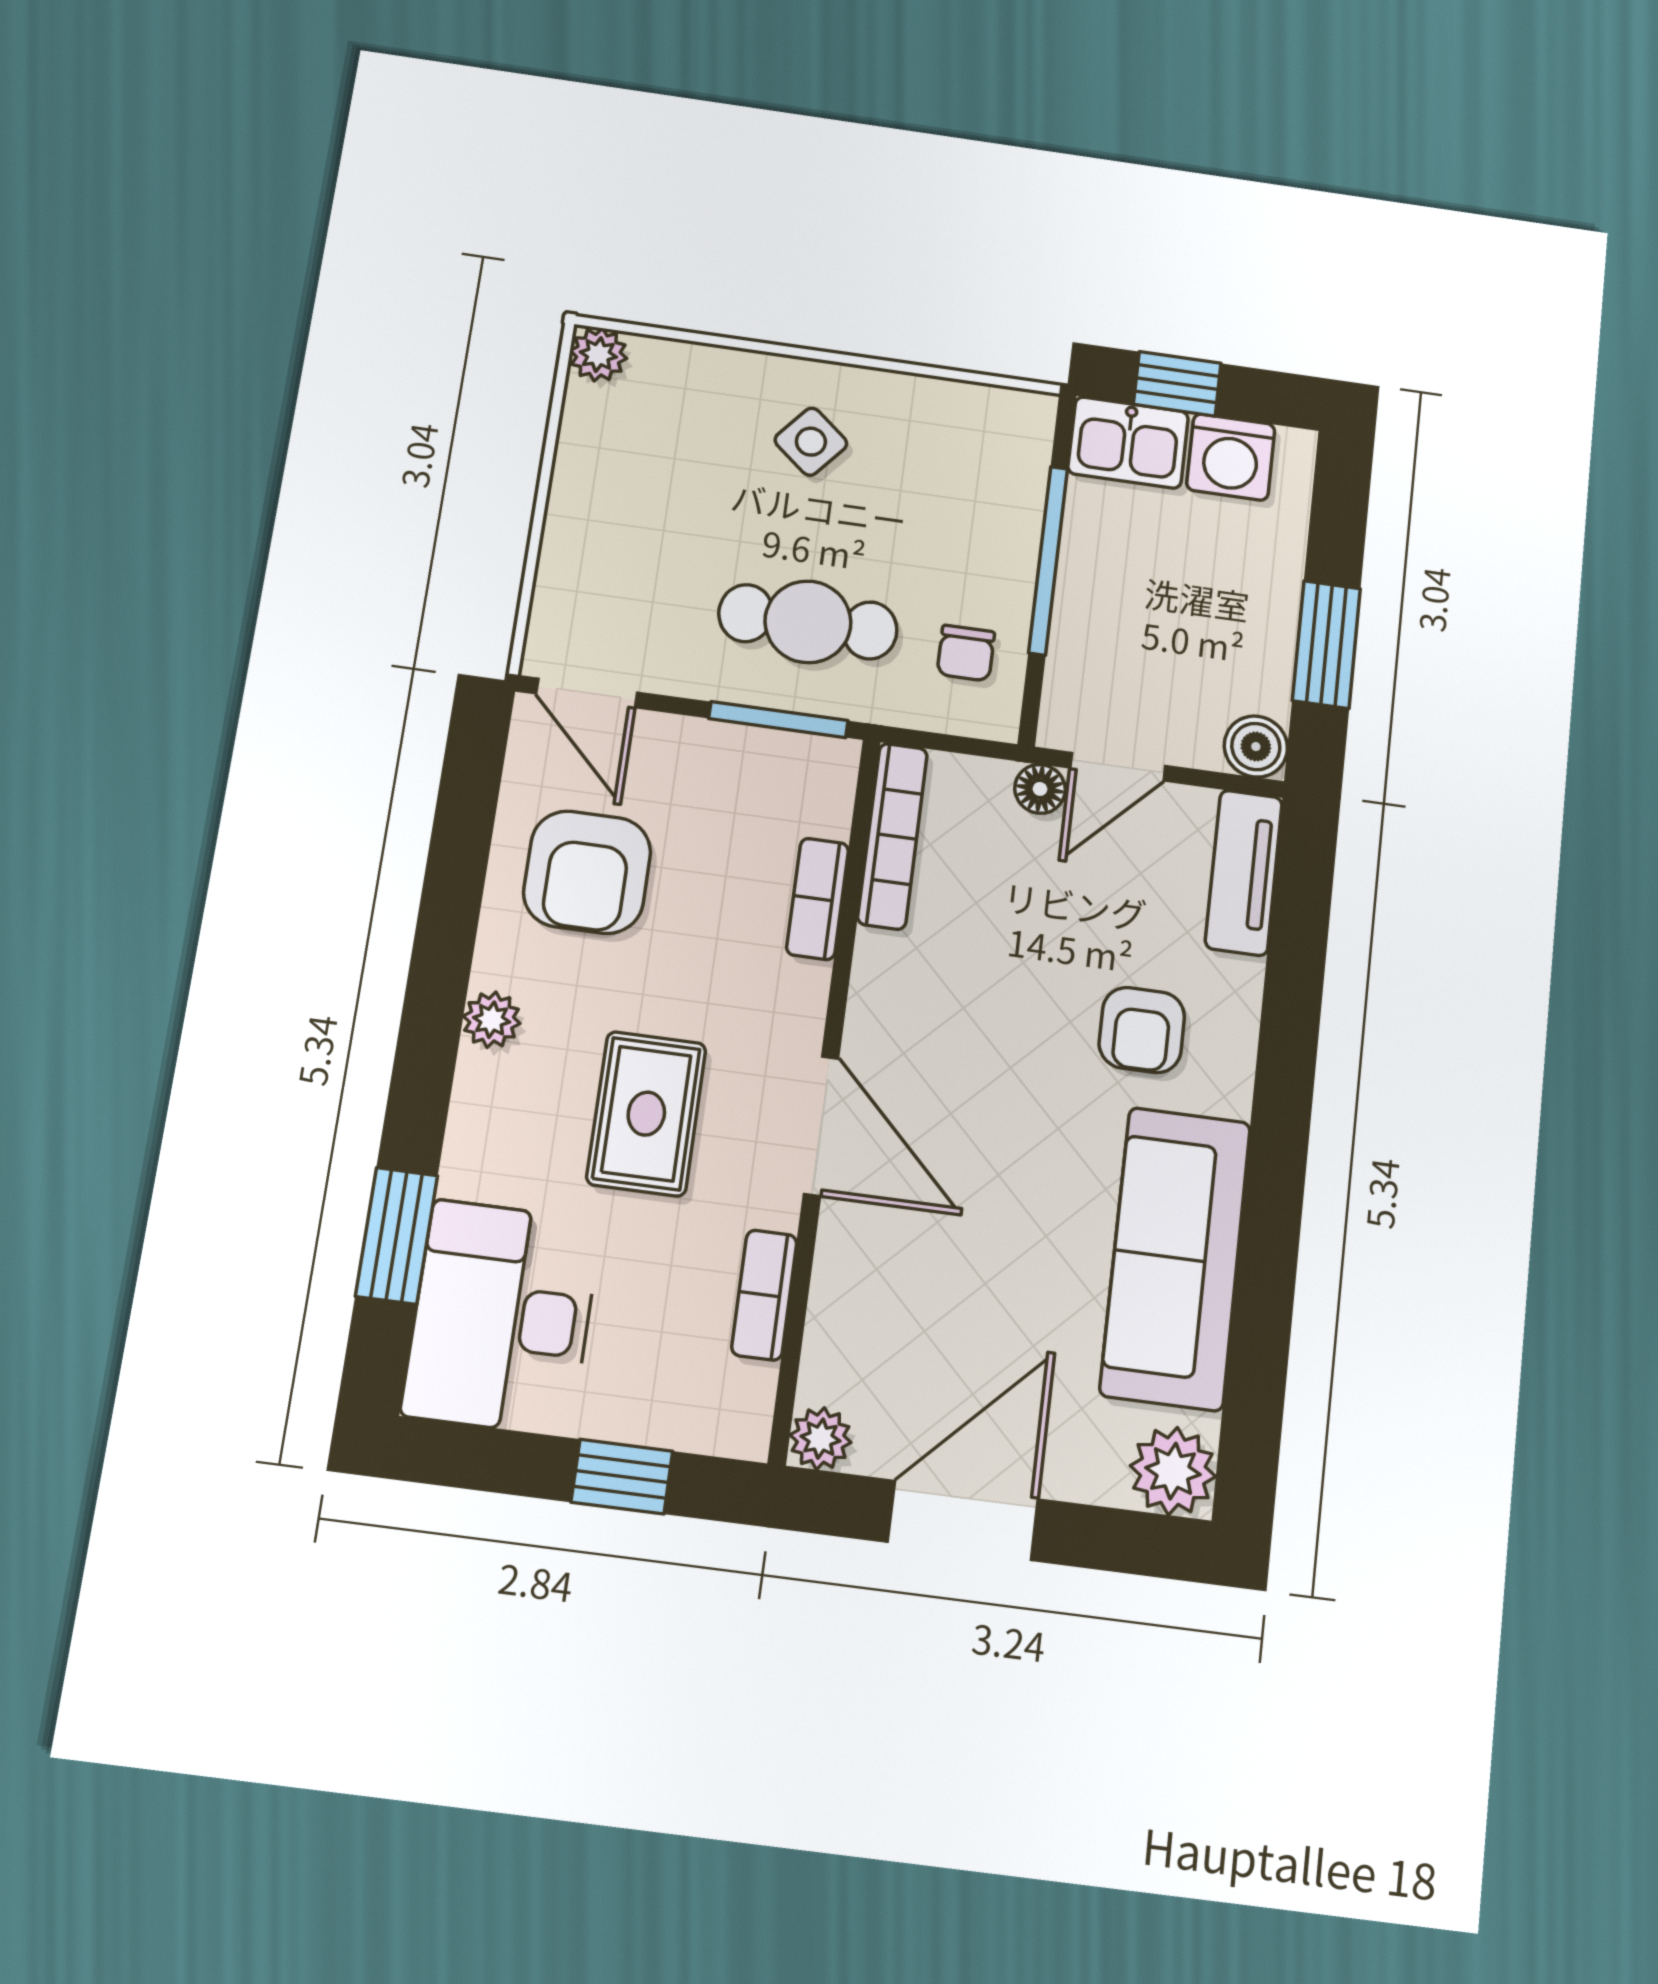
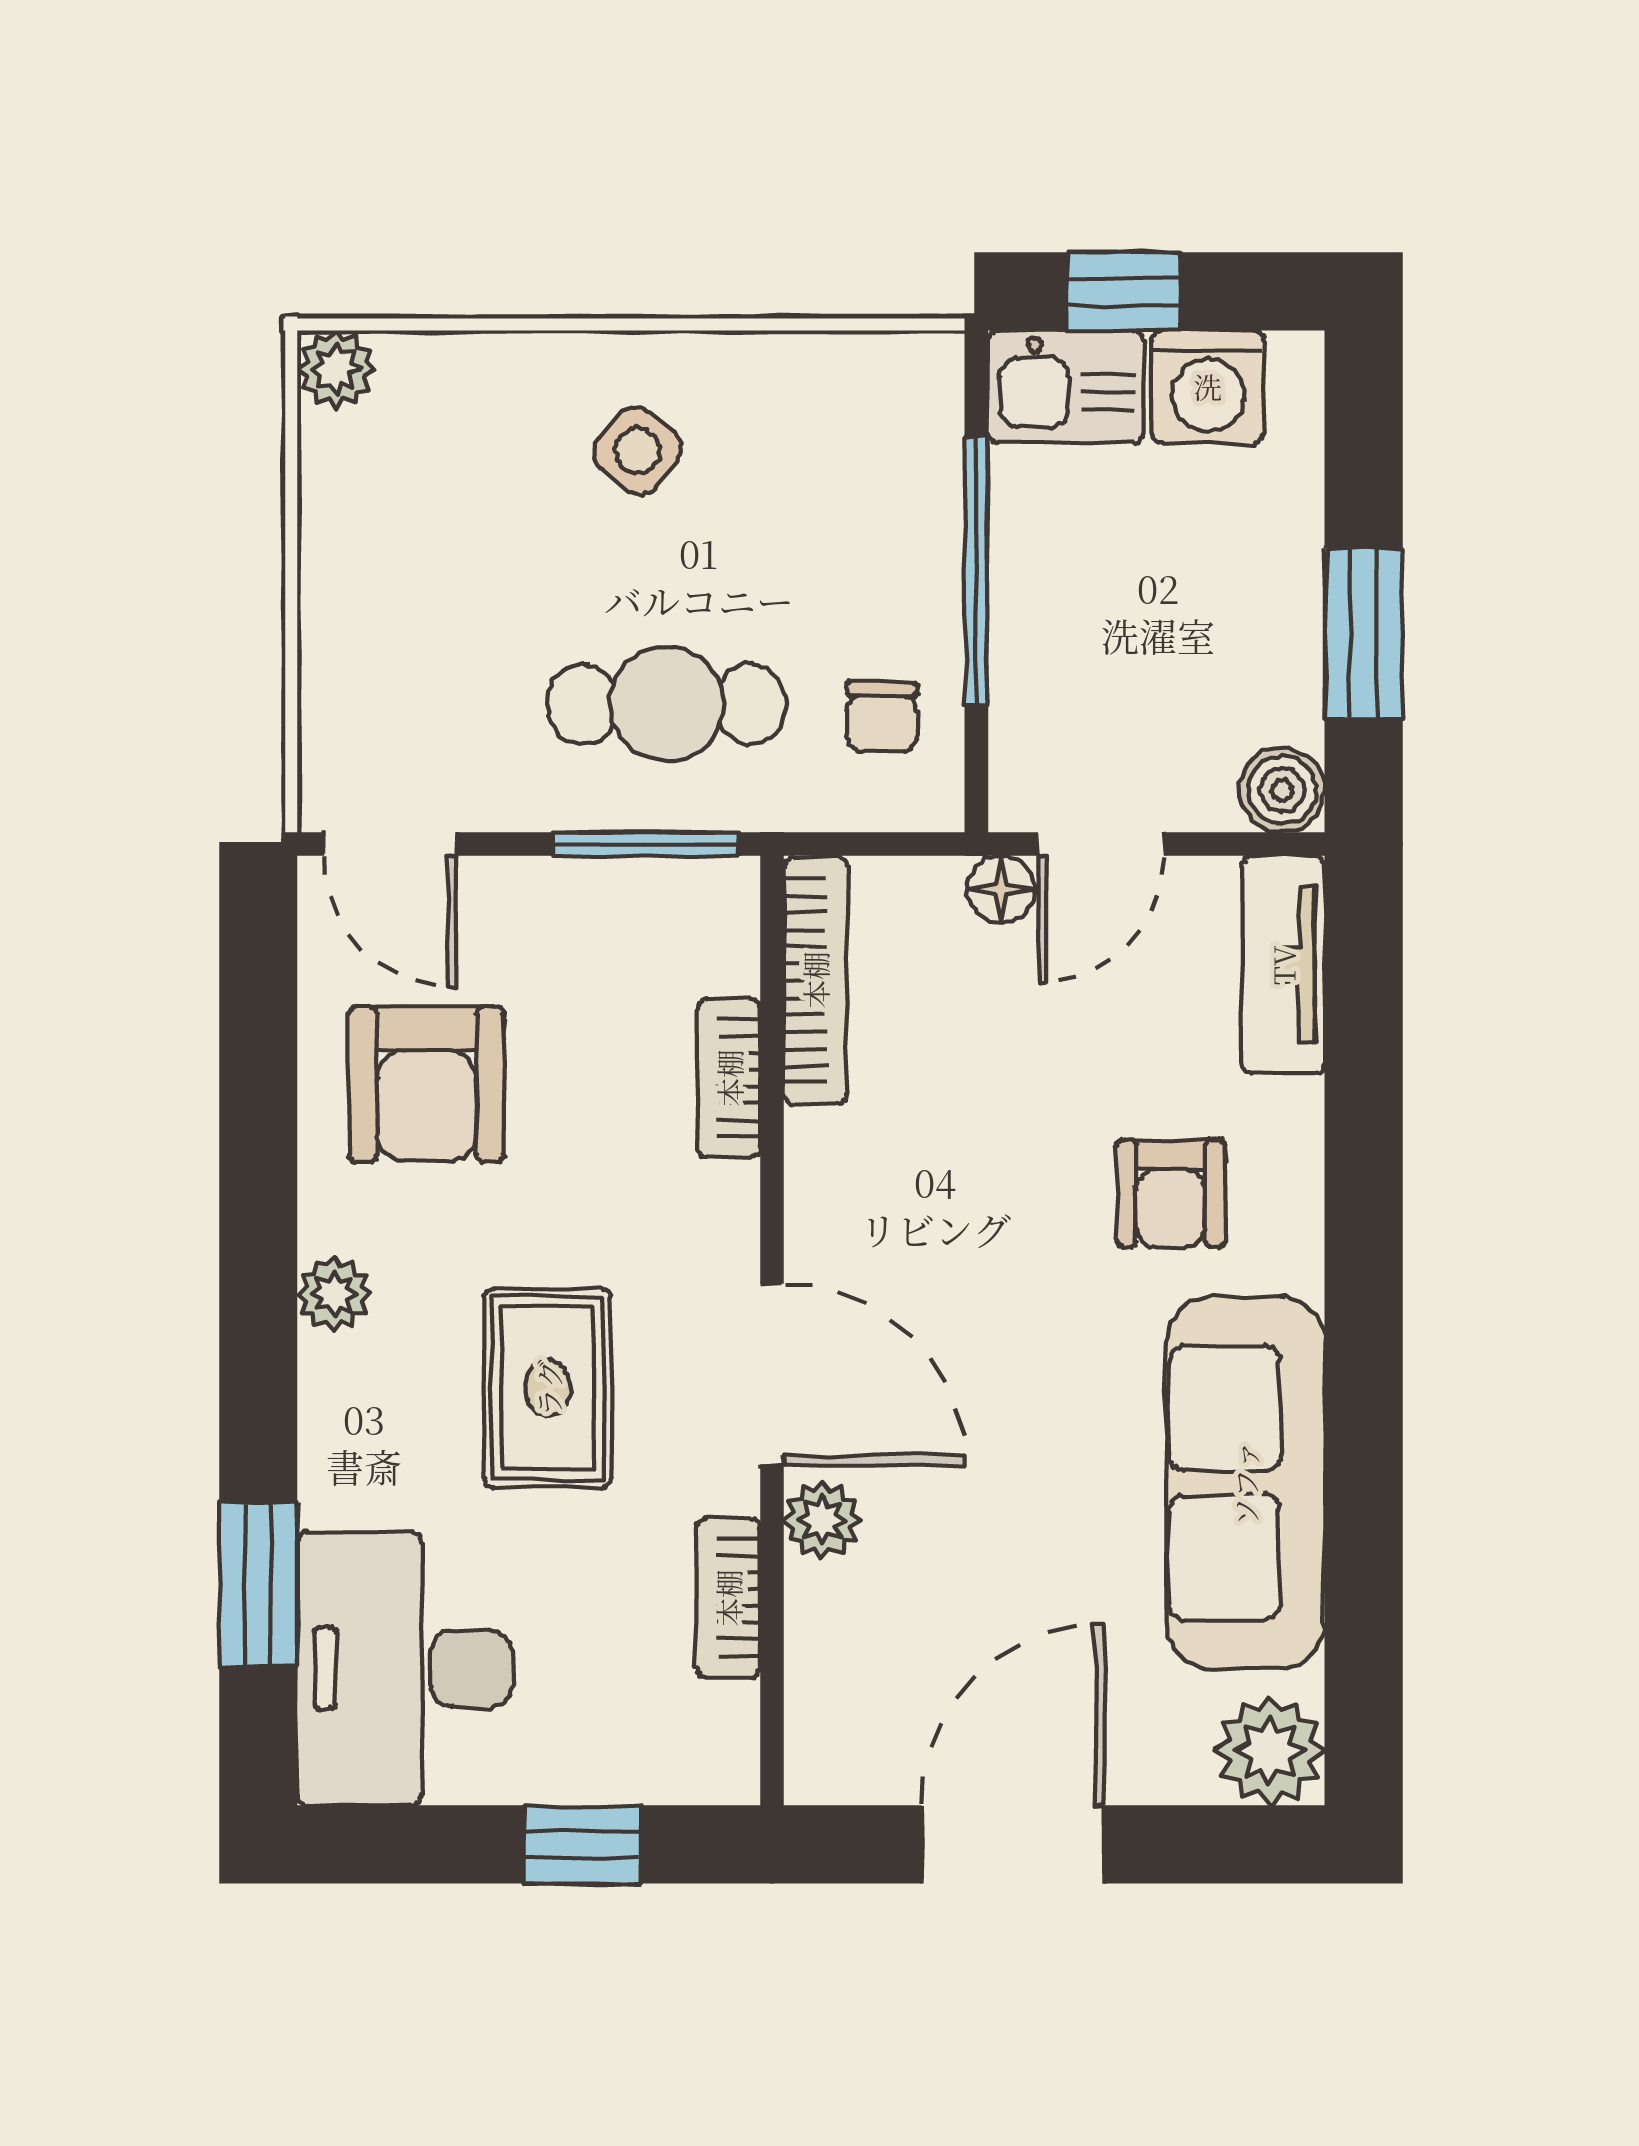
plant: (820, 1439) -> (822, 1520), moved

